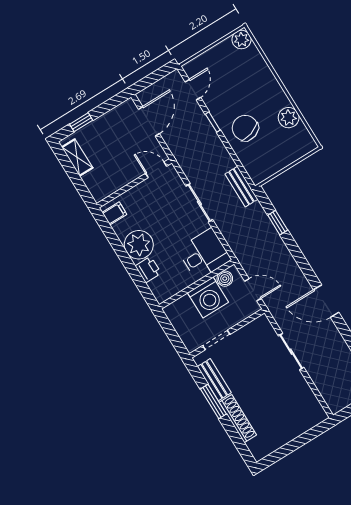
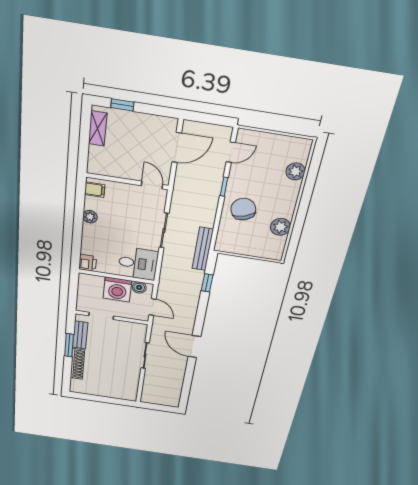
plant: (241, 40) -> (295, 171), moved
bench: (241, 187) -> (203, 249), width x1.36
plant: (139, 245) -> (90, 217), width x0.53, depth x0.53
printer: (148, 270) -> (88, 263), moved

